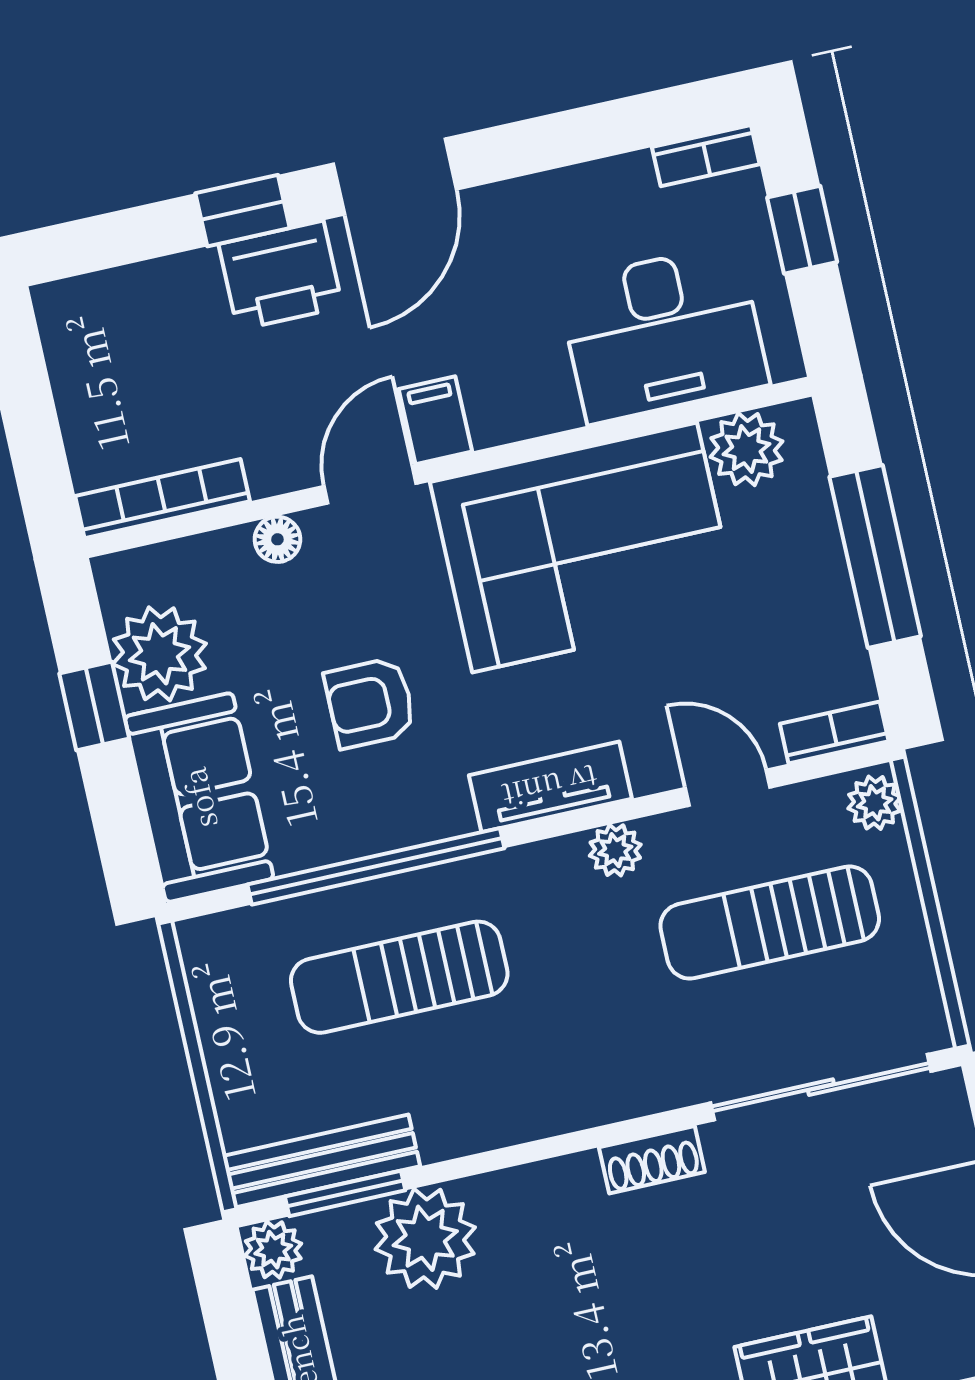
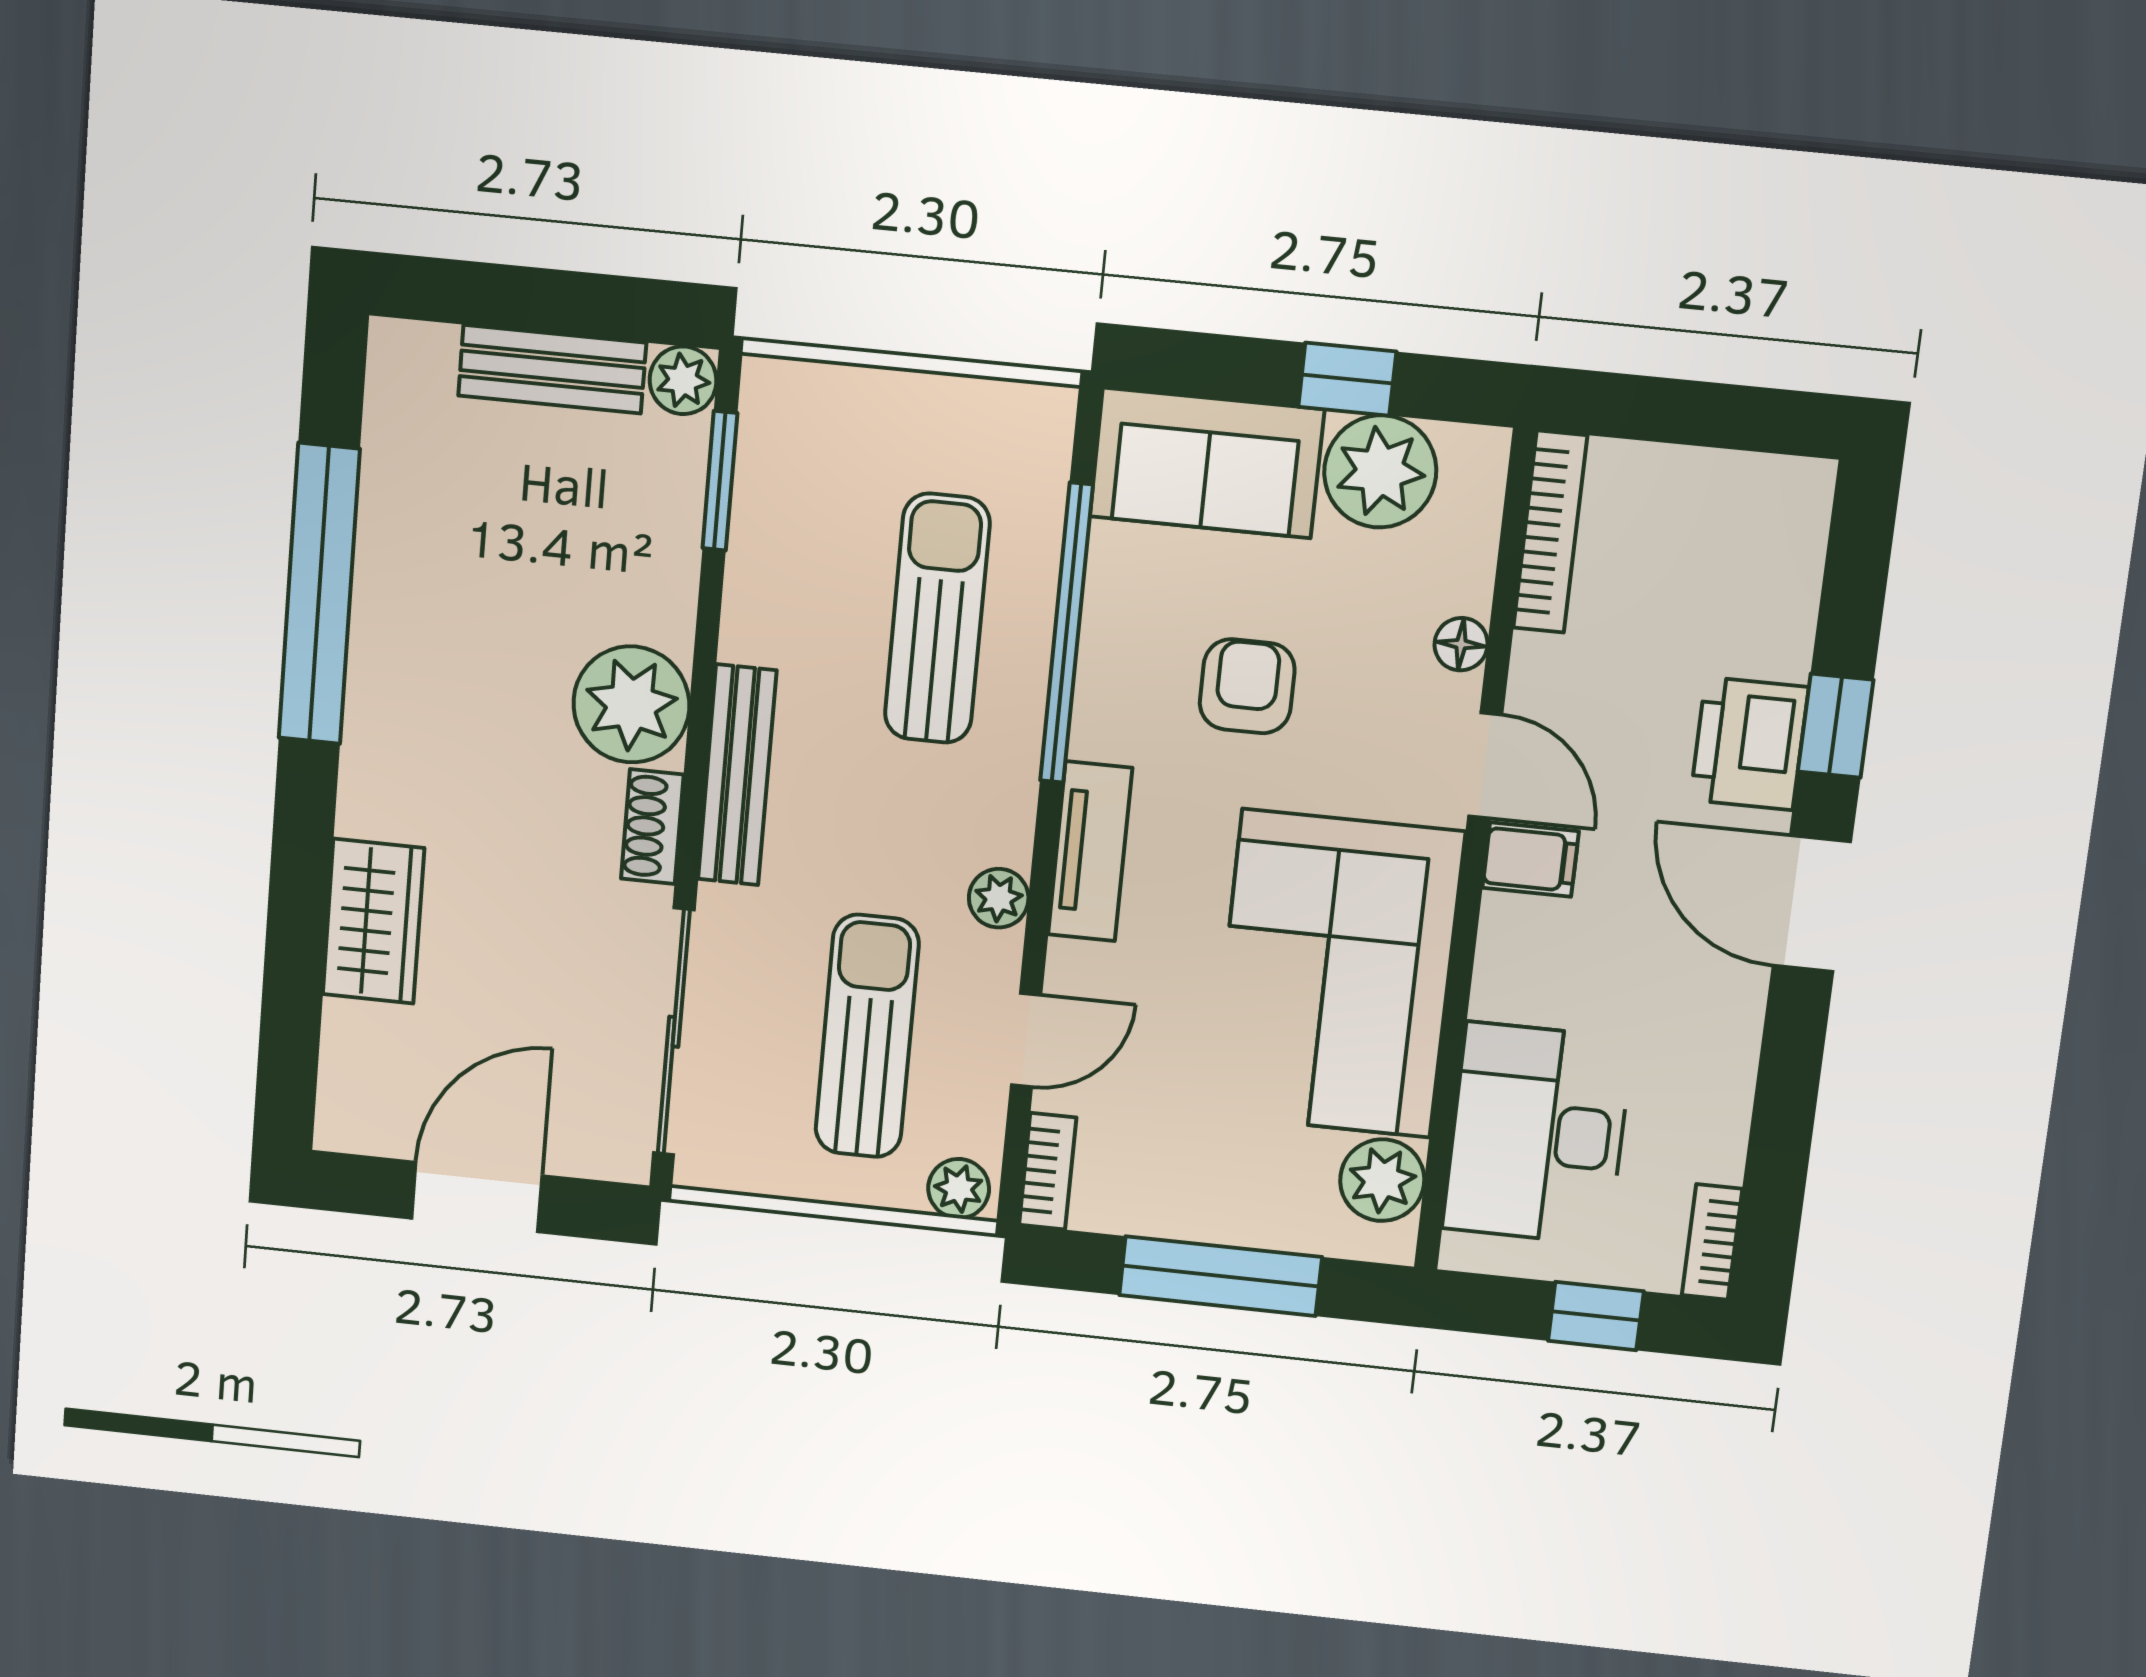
bench: (321, 1161) -> (737, 775), moved
plant: (425, 1238) -> (631, 704), moved

